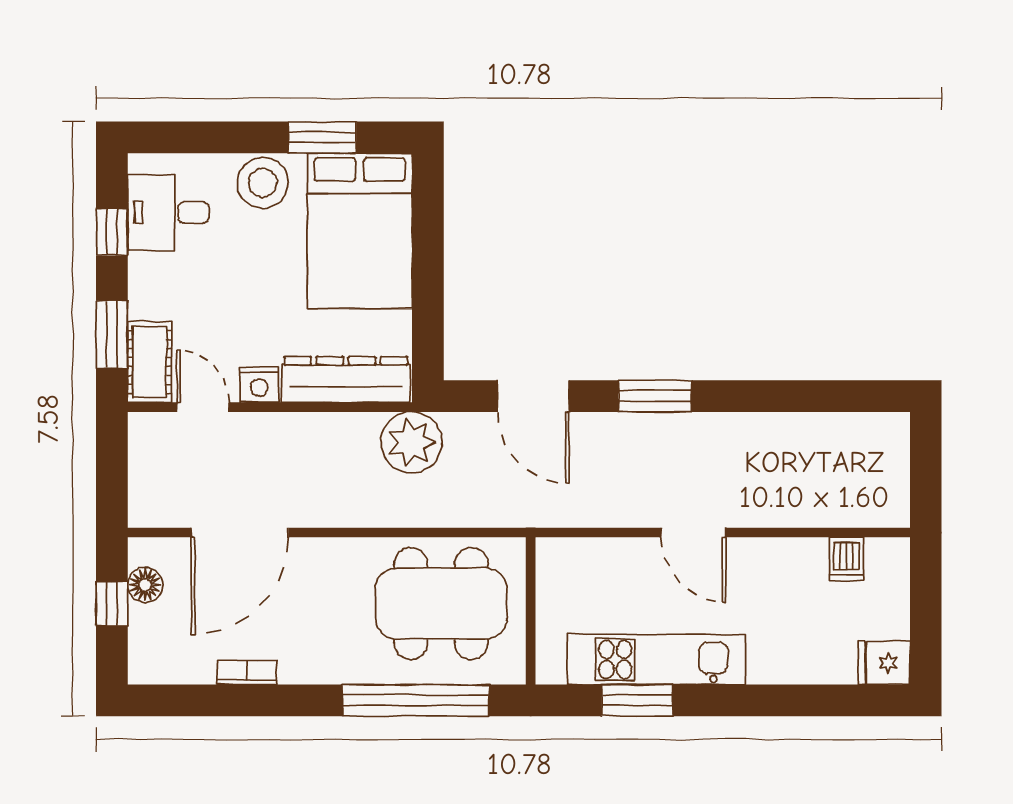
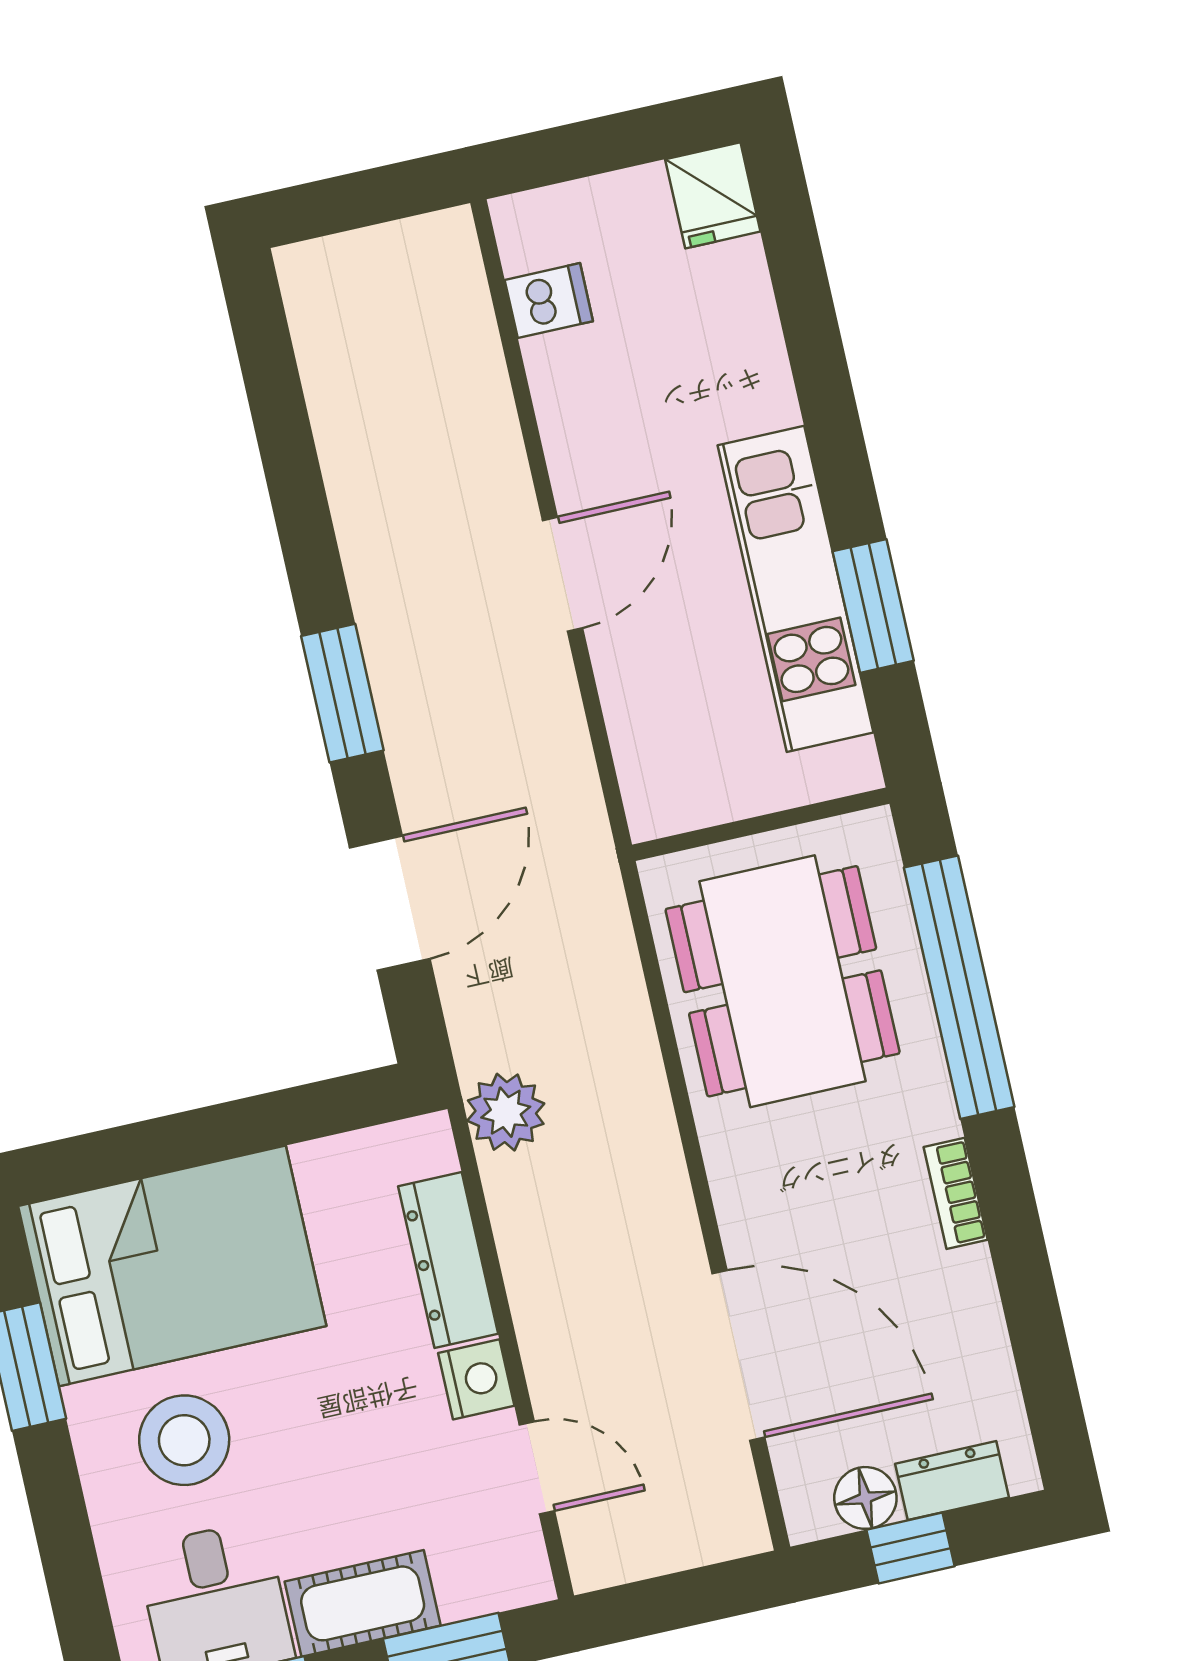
stool: (263, 183) -> (184, 1440), moved
cot: (150, 362) -> (363, 1603), moved
dresser: (346, 379) -> (448, 1260), width x0.73, depth x0.80
door: (203, 407) -> (537, 1468), swing flipped
plant: (411, 442) -> (506, 1112), width x0.73, depth x0.73
dresser: (144, 635) -> (952, 1481), added
bookcase: (247, 673) -> (956, 1193), moved

